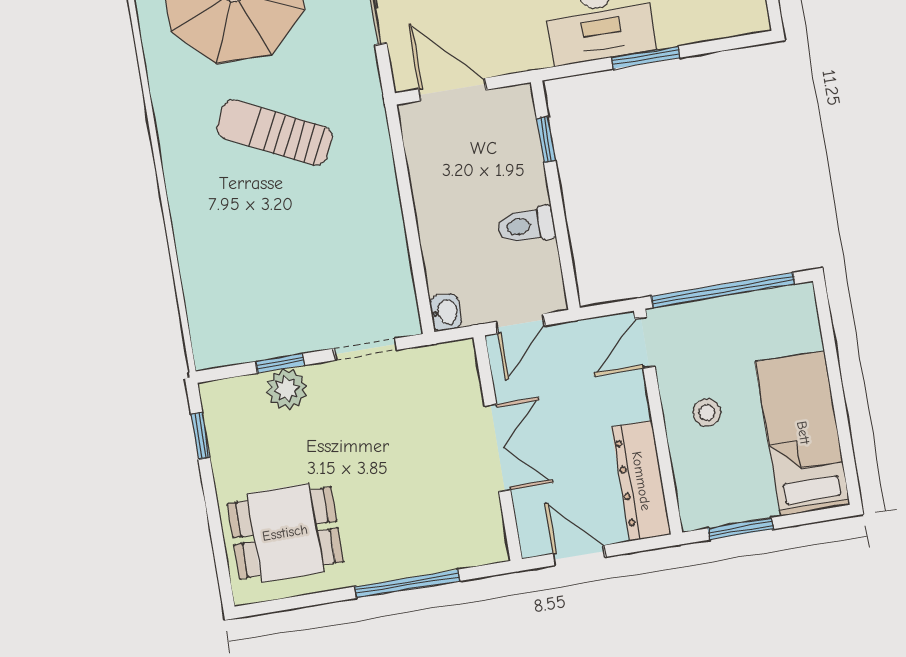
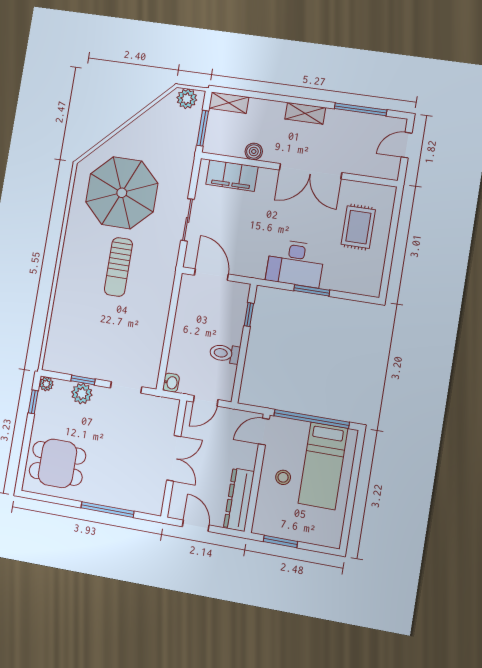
sun lounger: (275, 133) -> (118, 267), turned -116
plant: (214, 394) -> (46, 384), added
bed: (803, 433) -> (323, 466), moved, turned 180

